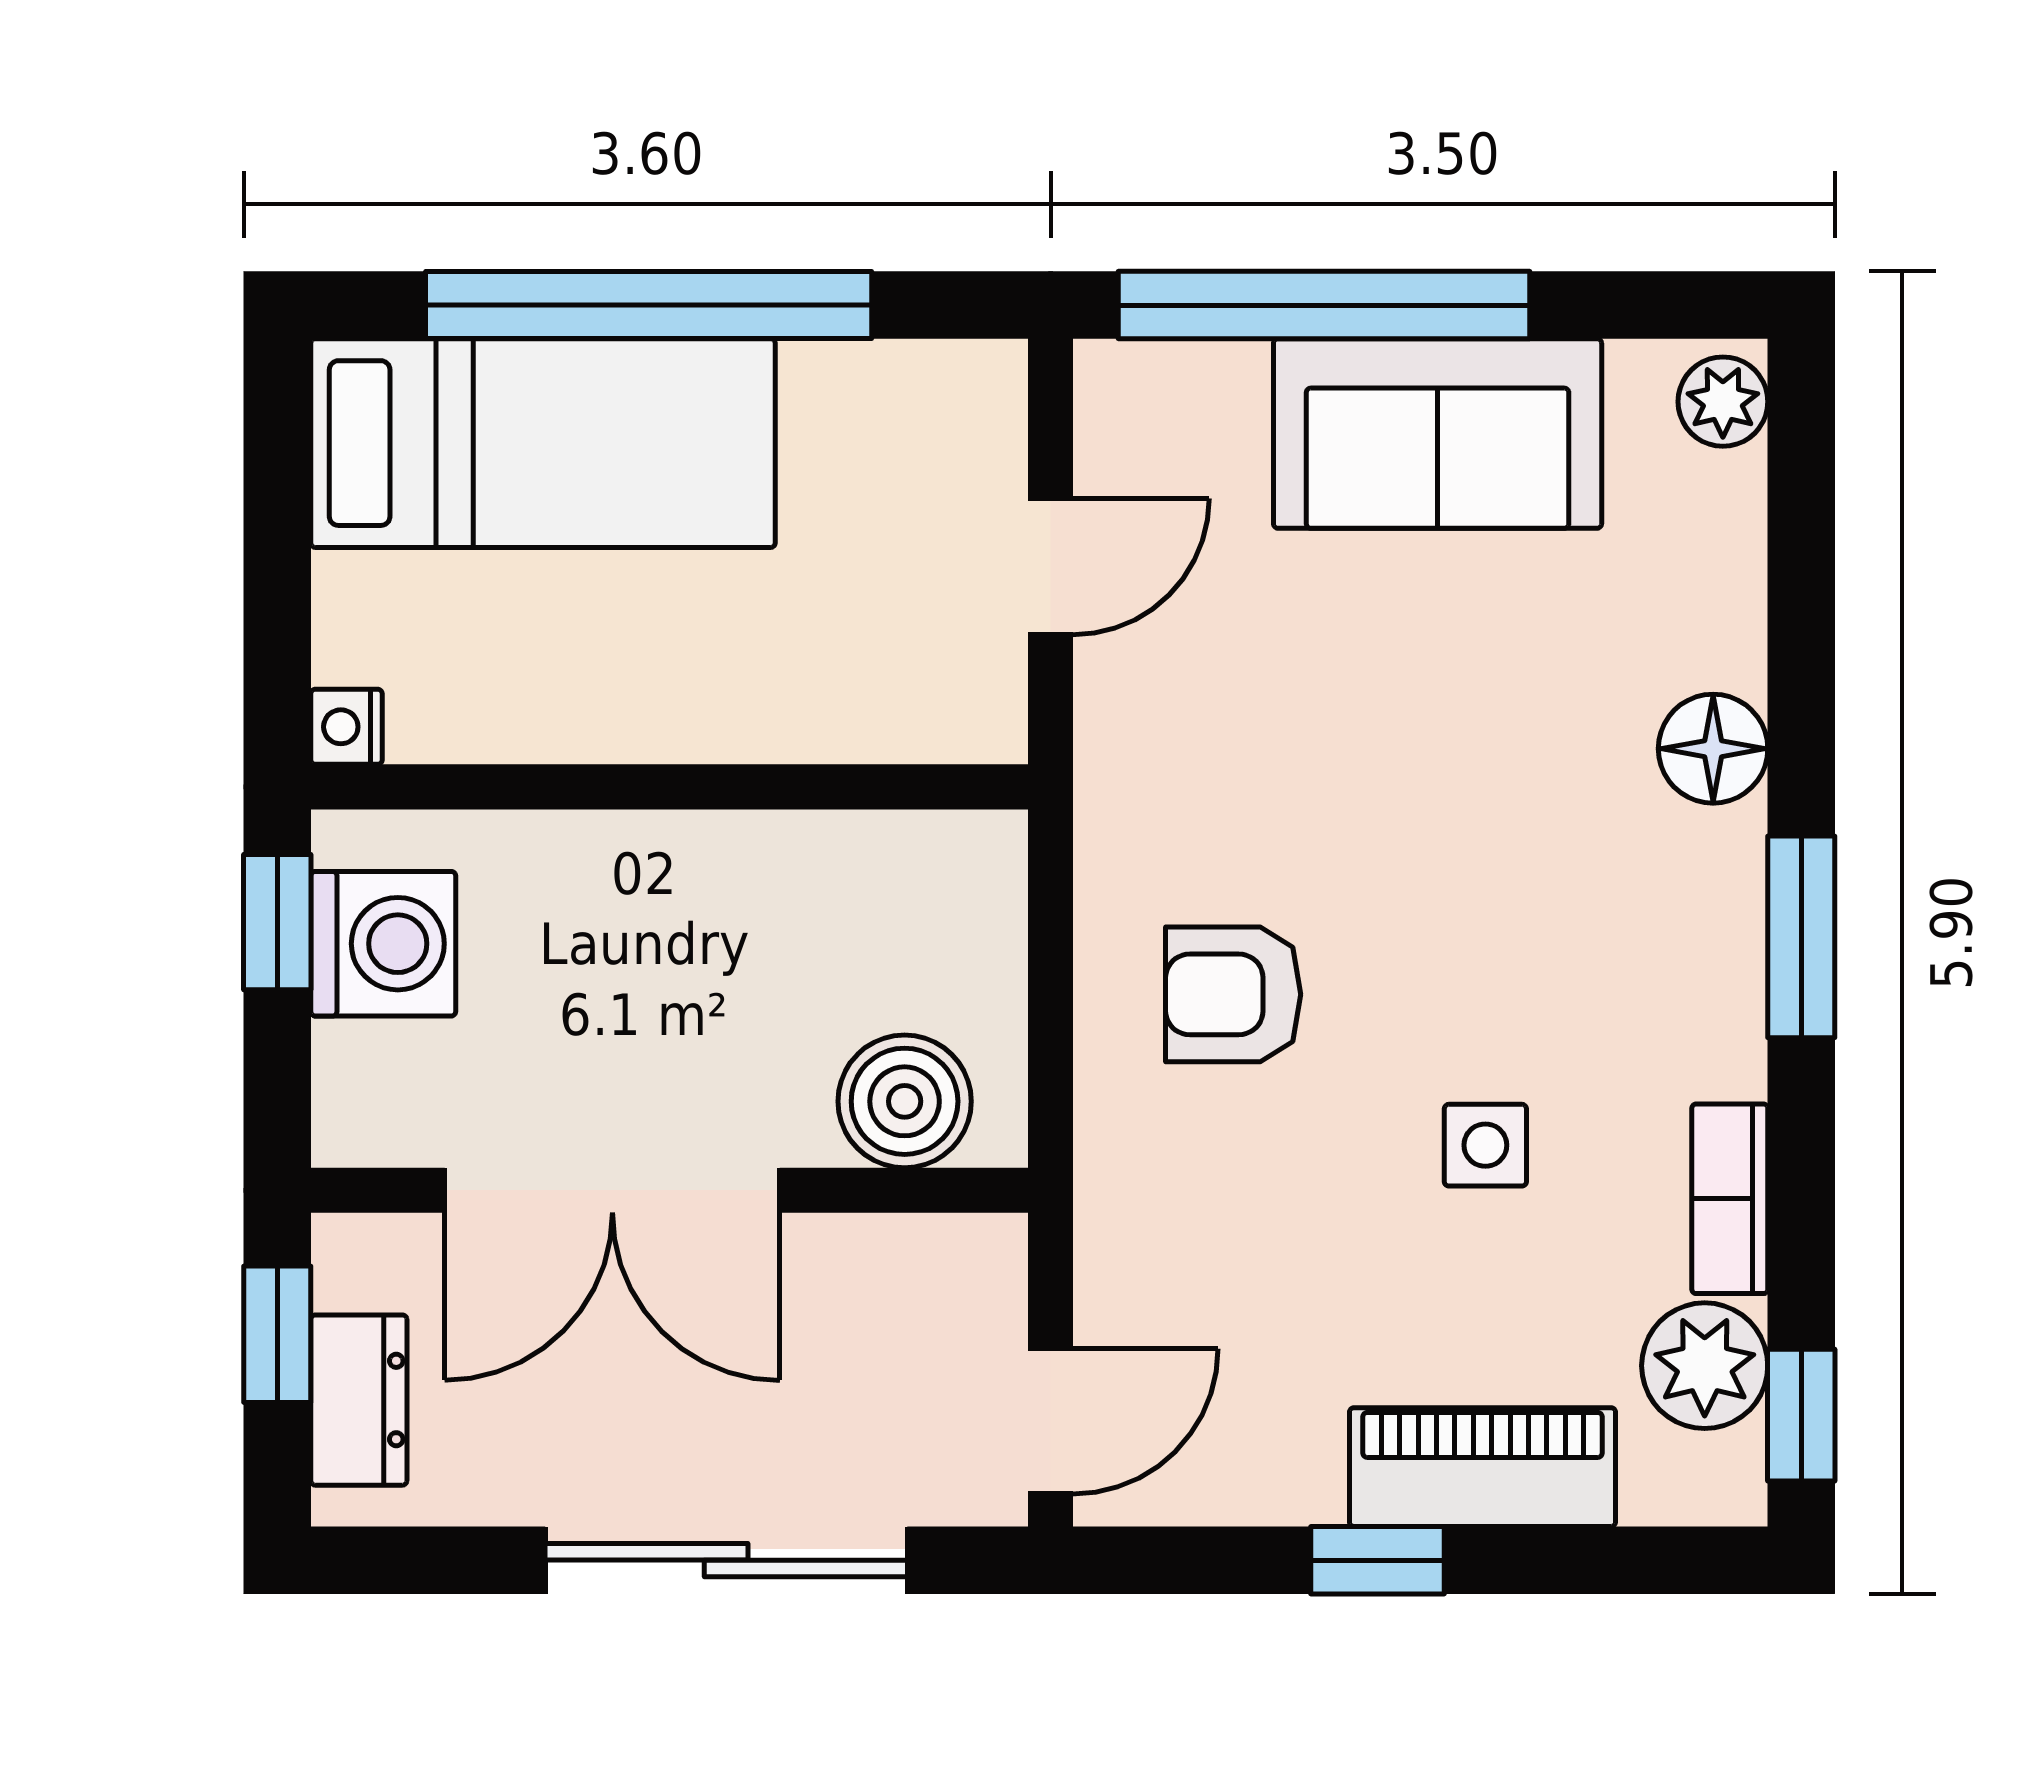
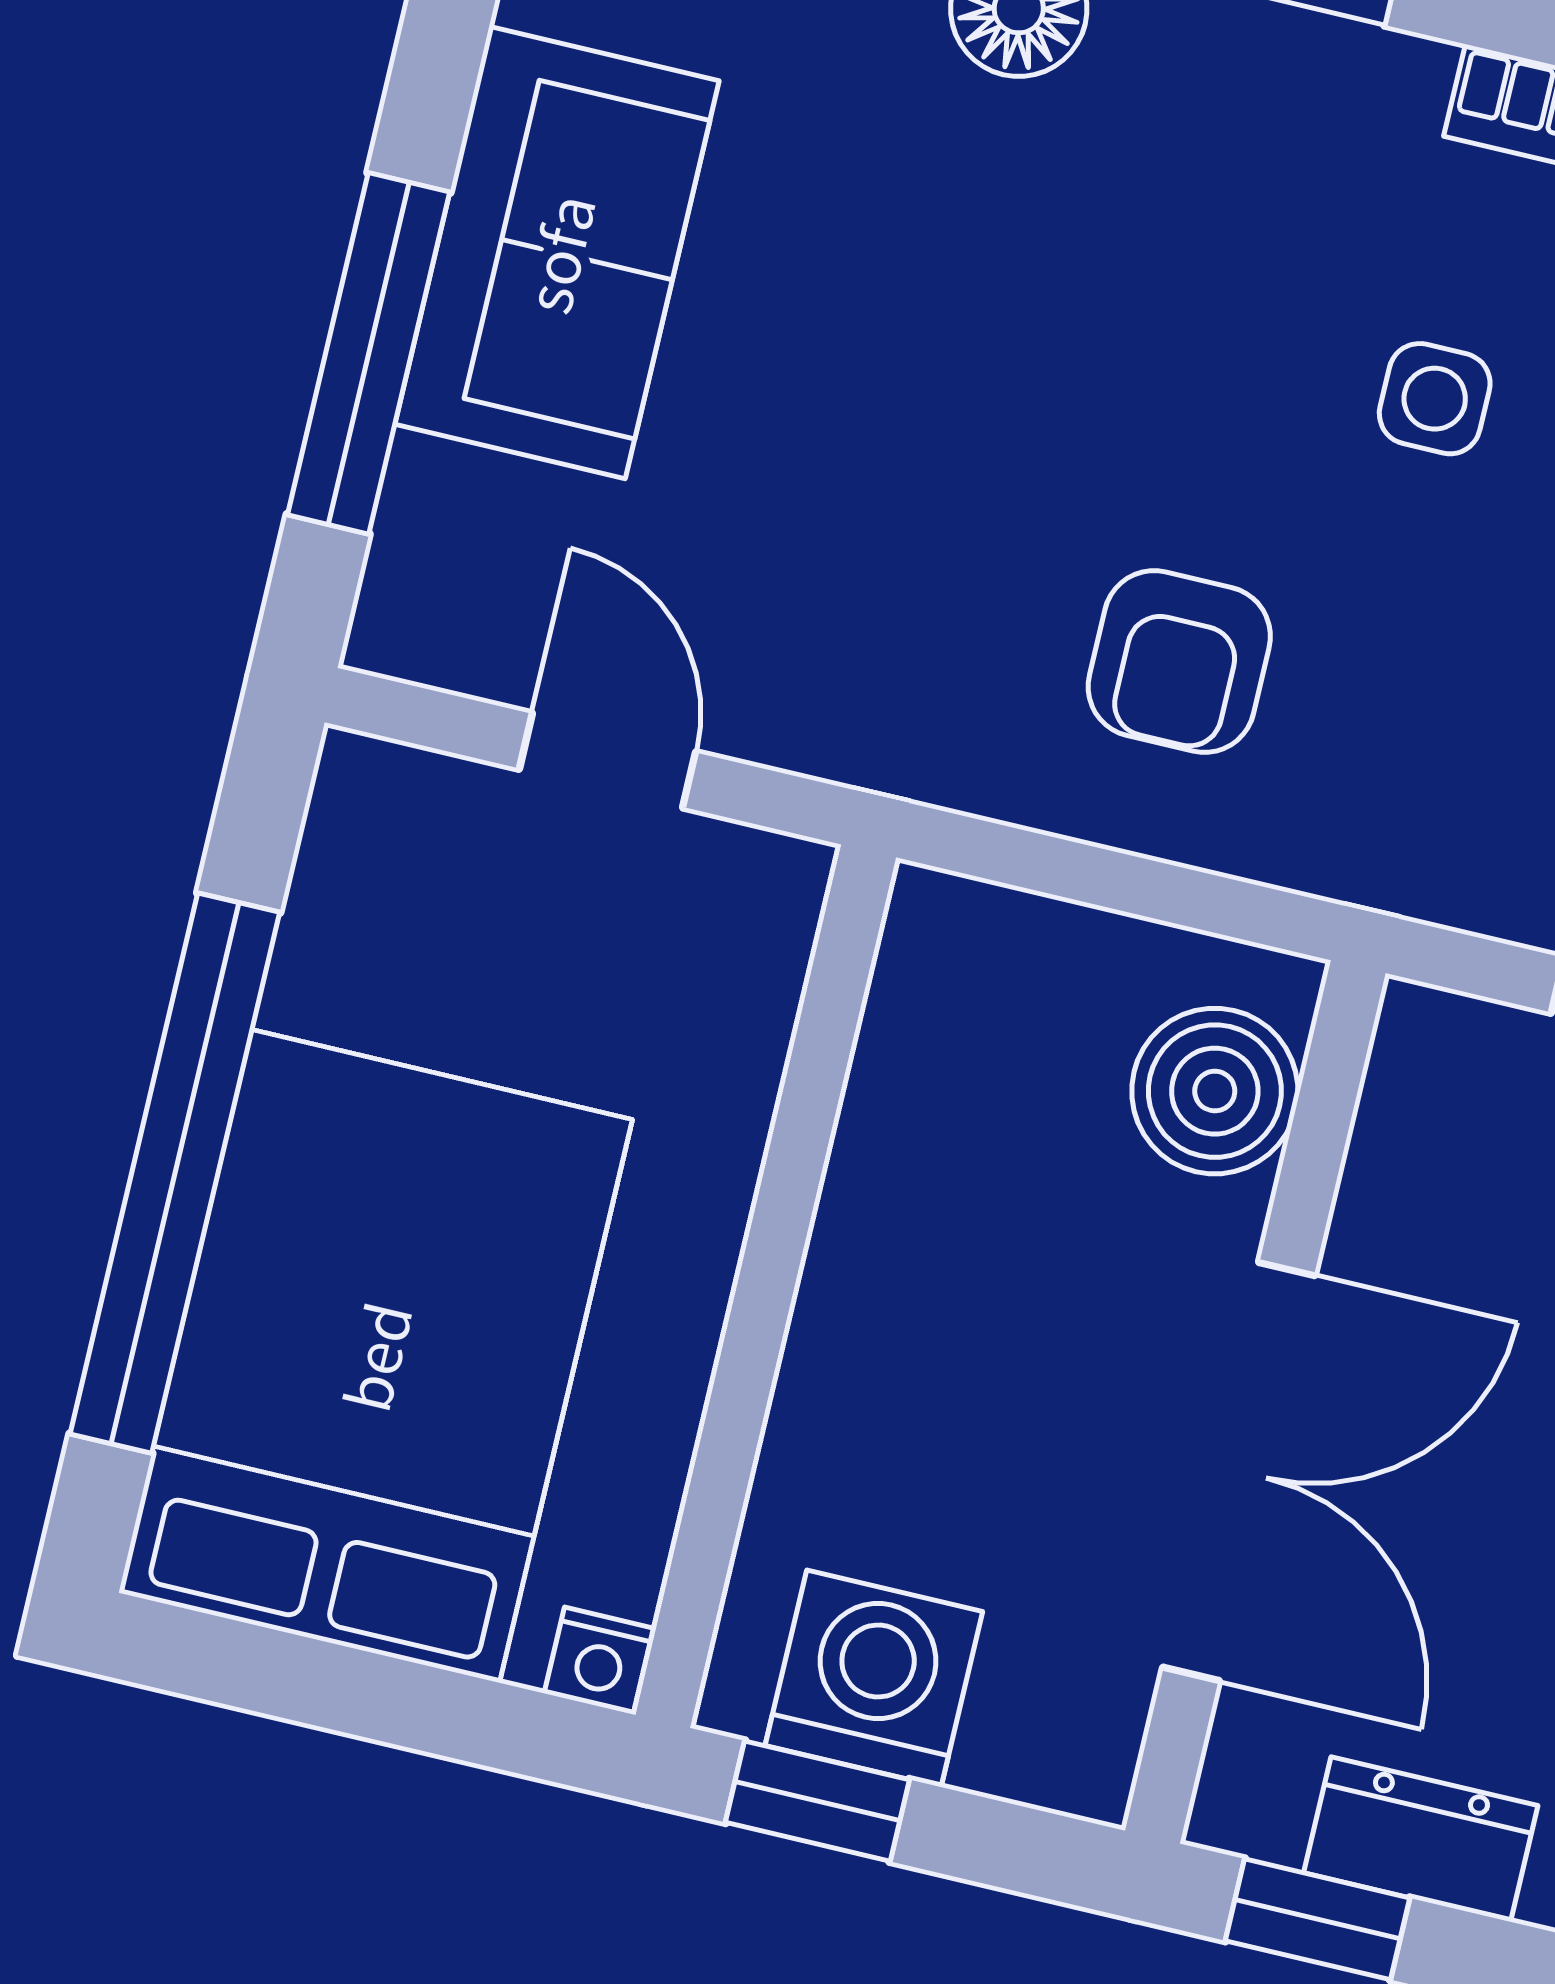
window: (1324, 305) -> (369, 353), width x0.68
bed: (543, 443) -> (375, 1356), width x1.50

